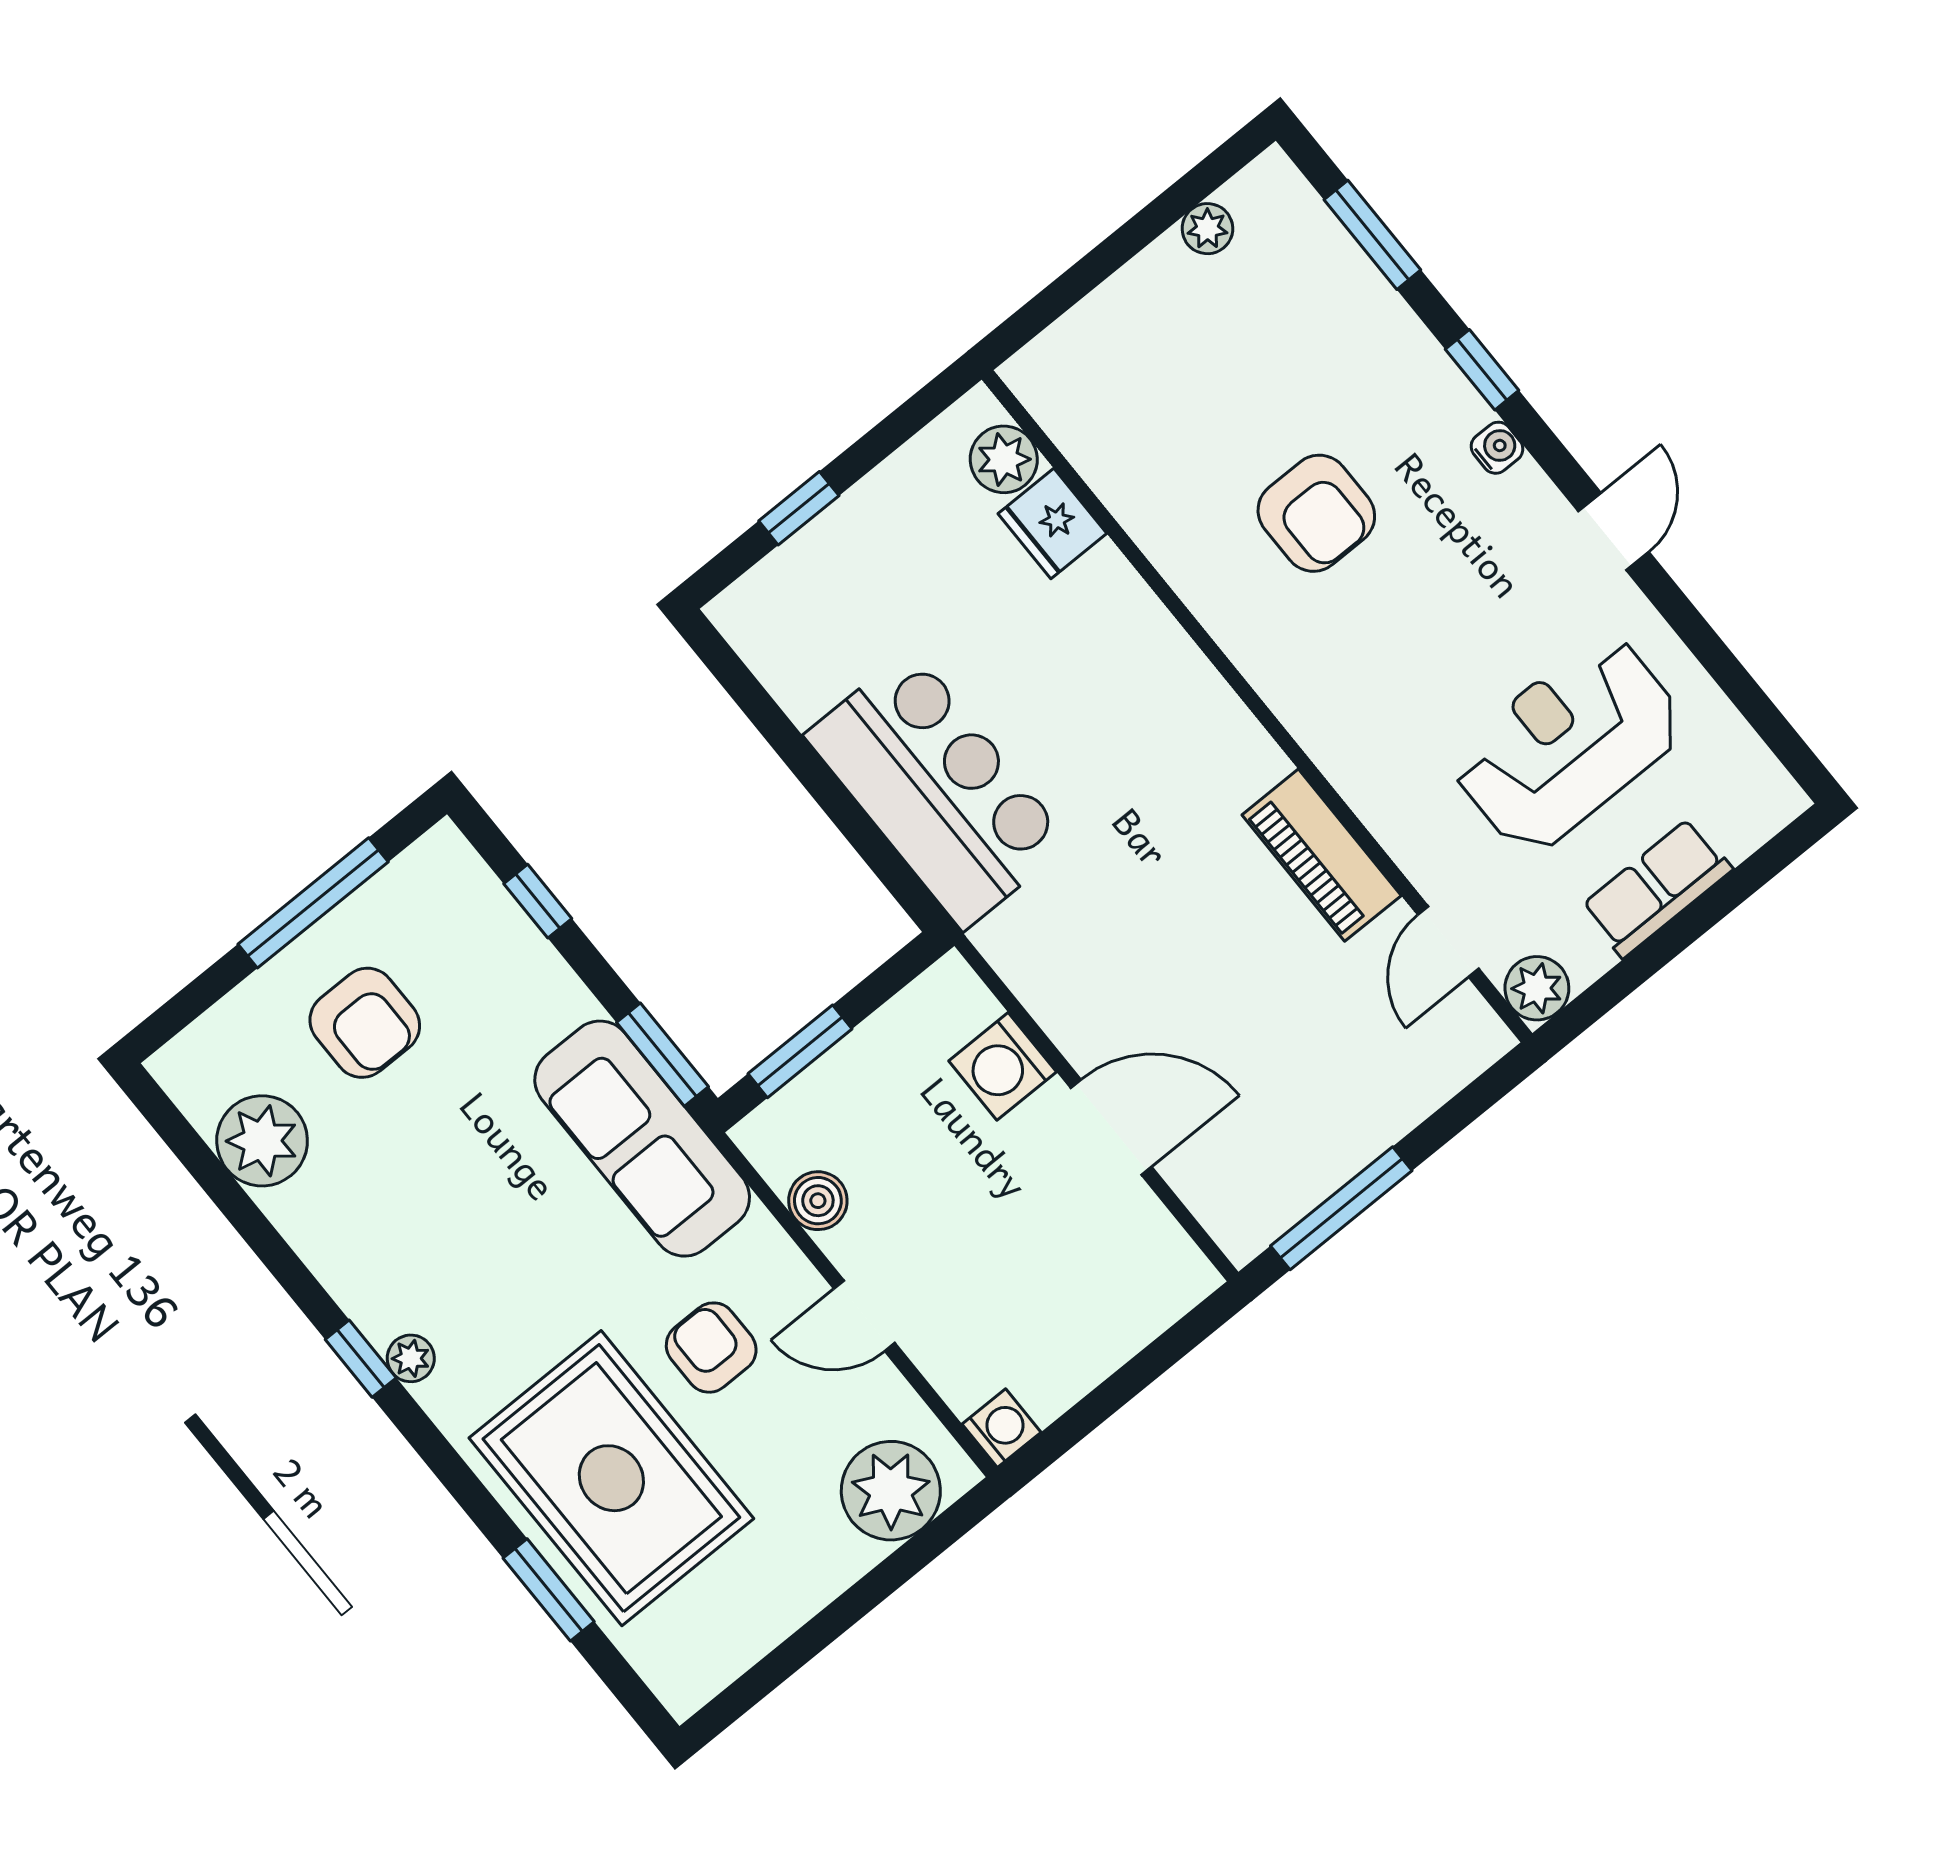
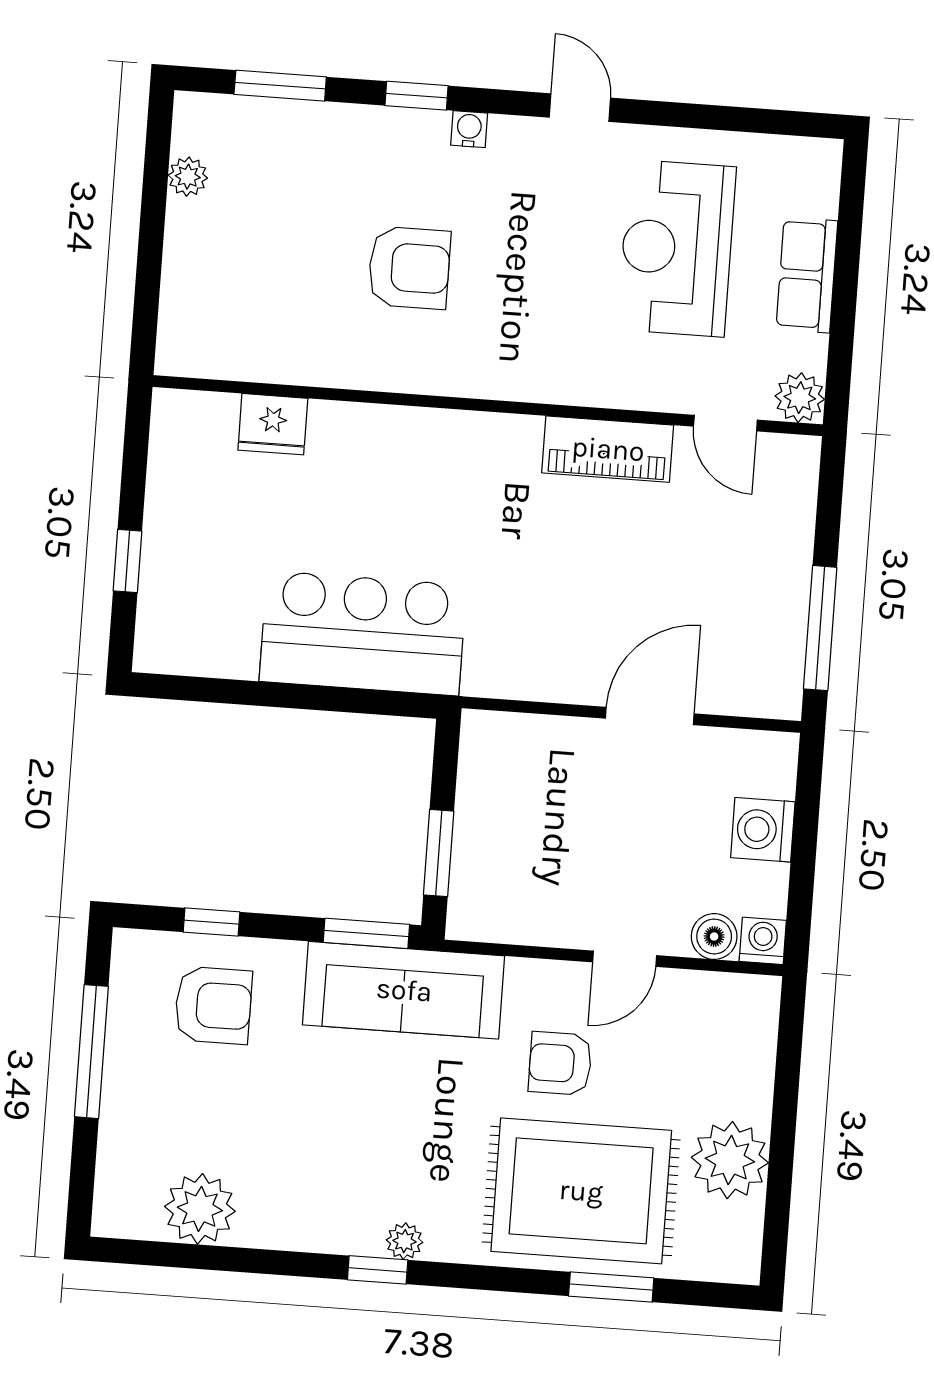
plant: (1004, 459) -> (210, 417), removed
armchair: (365, 1023) -> (213, 1005), moved
washing machine: (1003, 1066) -> (763, 830), moved, turned 90
boiler: (818, 1201) -> (714, 936), moved
plant: (891, 1491) -> (730, 1160), moved

